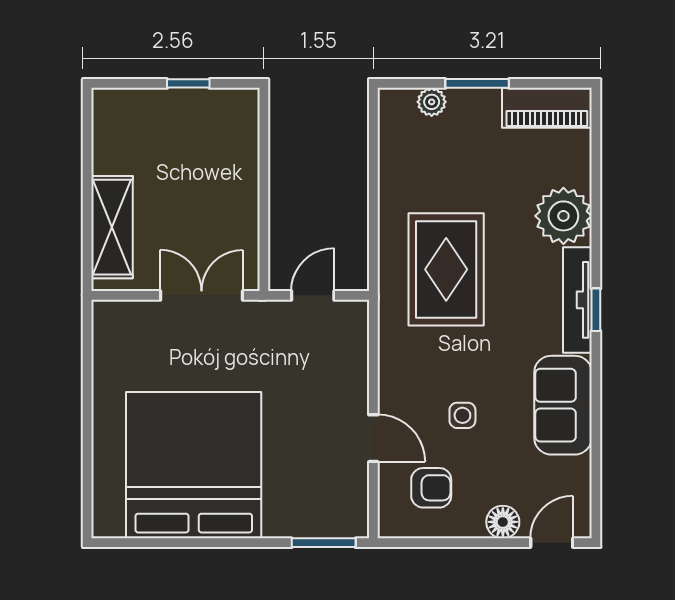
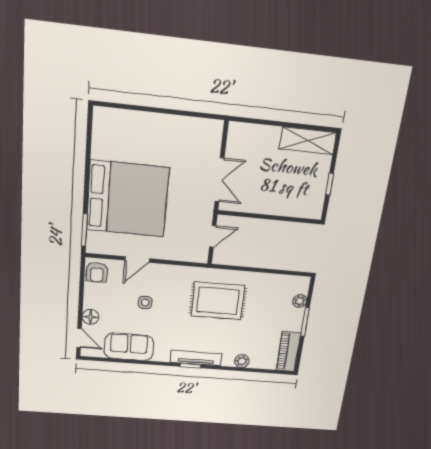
plant: (563, 216) -> (242, 361), width x0.53, depth x0.53
shelving: (112, 227) -> (308, 141), moved
door: (313, 295) -> (213, 236), hinge flipped
sofa: (563, 405) -> (129, 347), moved
bed: (194, 465) -> (128, 199), moved
armchair: (431, 488) -> (97, 272), moved

